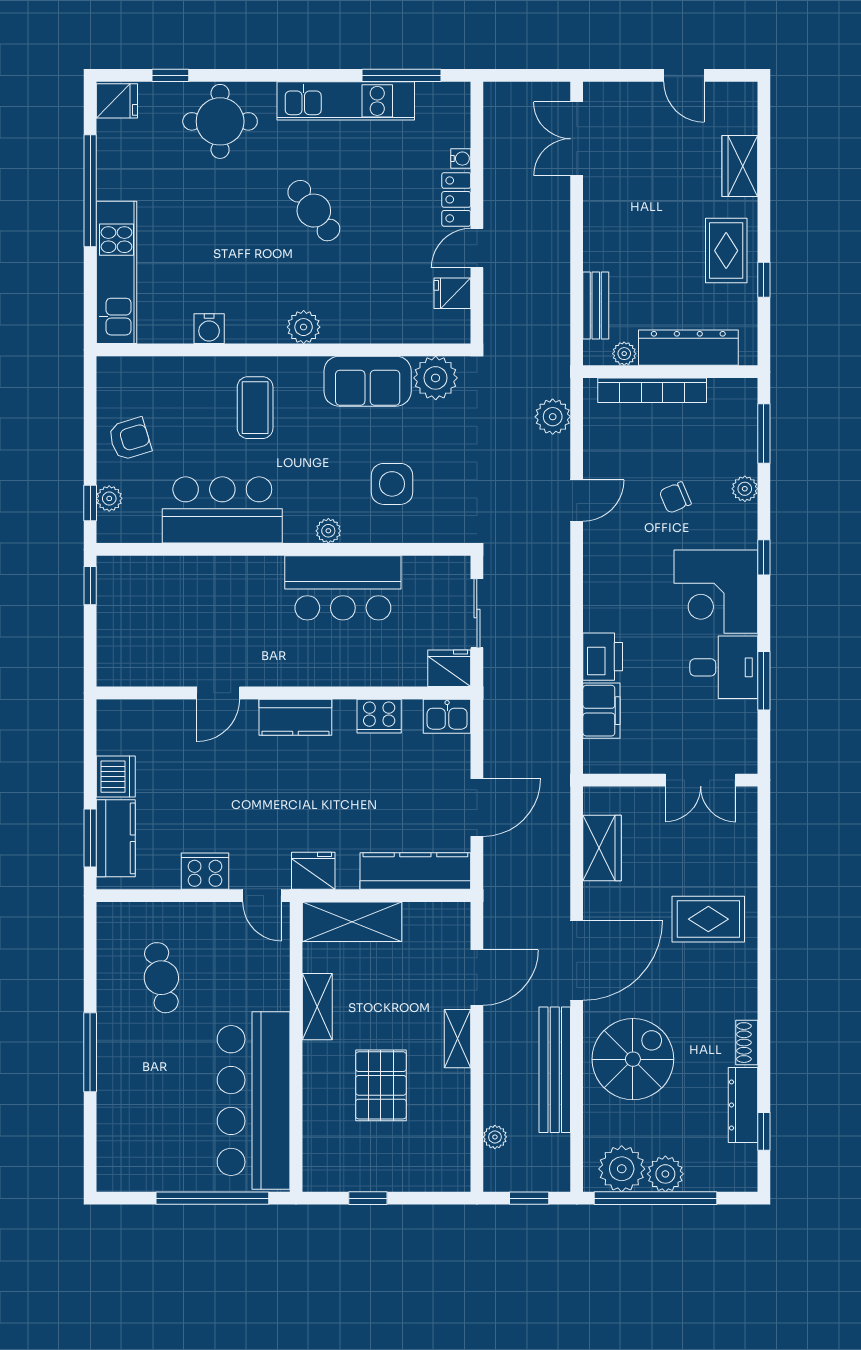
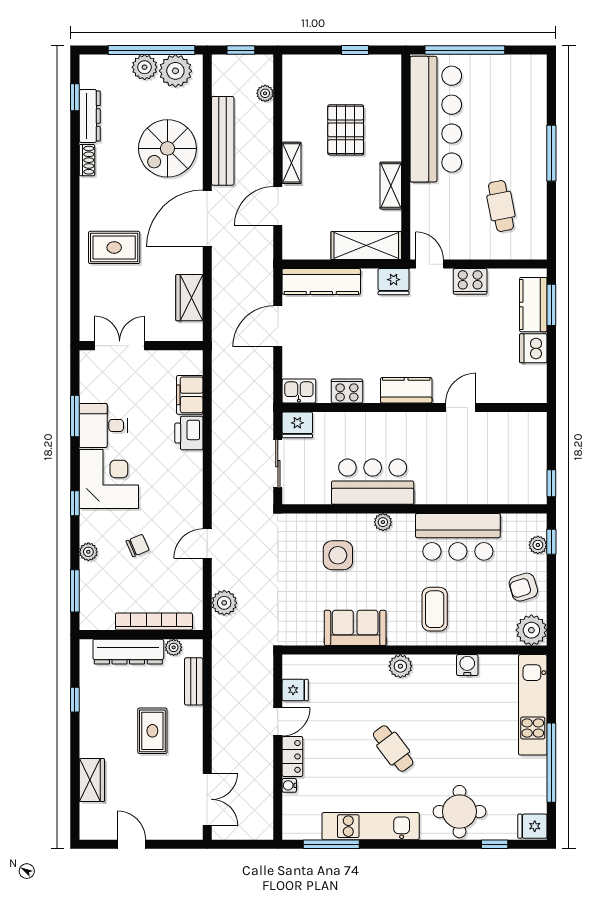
rug: (726, 251) -> (152, 731), moved
plant: (436, 378) -> (531, 630), moved

